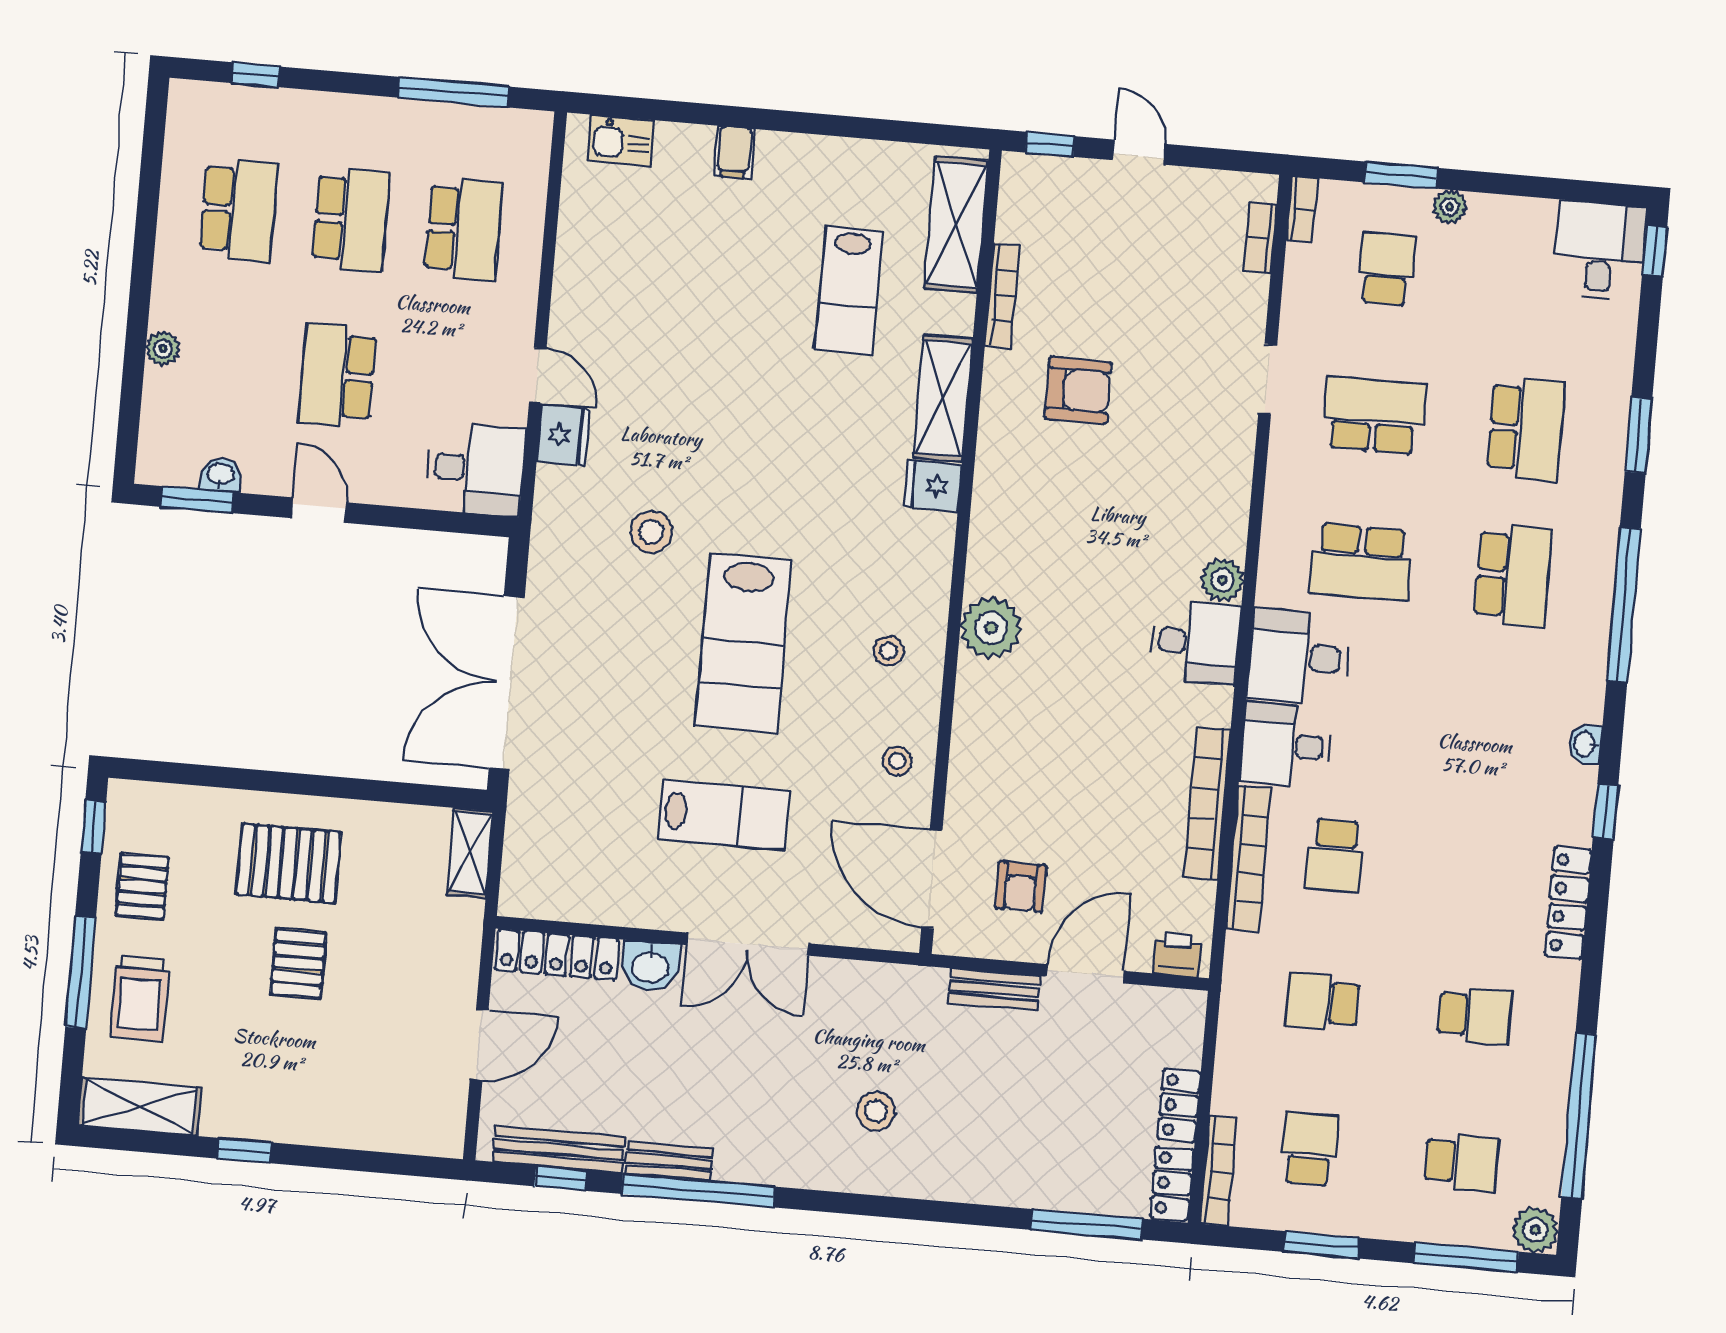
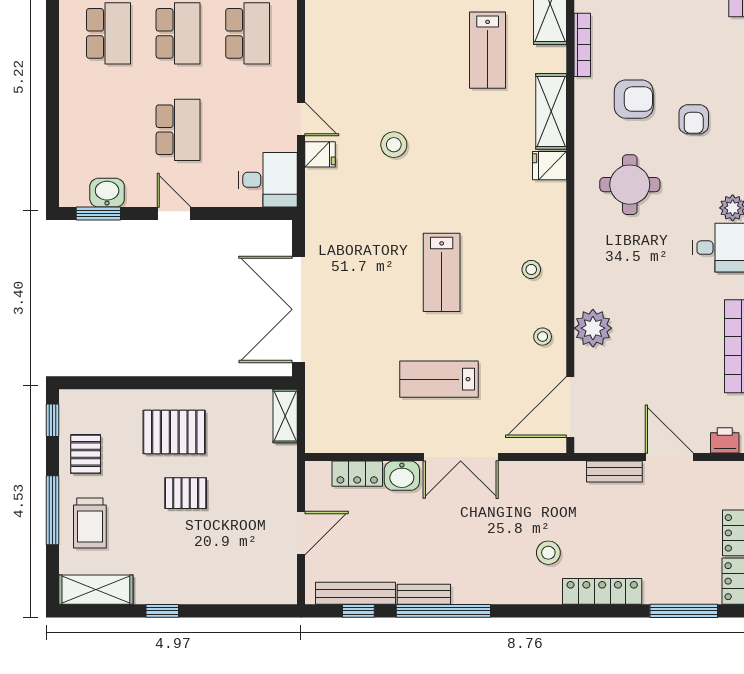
plant: (163, 349) -> (69, 123), removed
school desk: (337, 375) -> (178, 130), turned 180
fridge: (563, 435) -> (320, 154), width x0.72
washbasin: (221, 475) -> (107, 193), width x1.38, depth x1.45
round table: (1060, 528) -> (630, 185), added
stool: (651, 532) -> (394, 145), moved
plant: (991, 628) -> (593, 328), moved
lab bench: (743, 643) -> (442, 272), width x0.73, depth x0.72
lab bench: (724, 815) -> (439, 379), turned 180
door: (932, 879) -> (570, 407), hinge flipped
armchair: (1021, 887) -> (694, 119), moved
locker: (557, 954) -> (357, 474), width x0.66
pallet: (298, 963) -> (186, 493), turned 90
door: (1085, 974) -> (669, 457), hinge flipped
locker: (958, 1181) -> (602, 591), added

